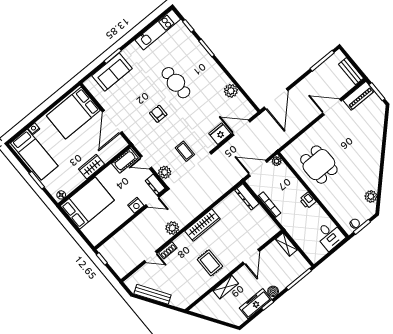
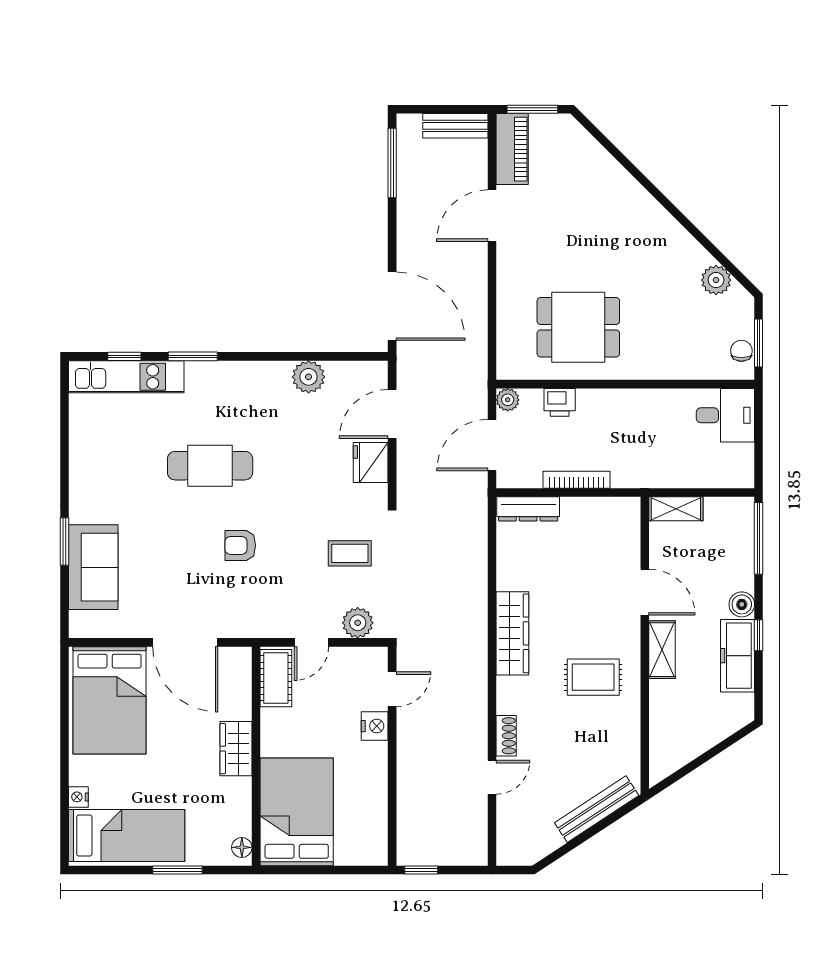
kitchen unit: (158, 30) -> (126, 377), moved, turned 90
dresser: (155, 185) -> (366, 659), removed
printer: (308, 200) -> (560, 402), moved
plant: (172, 228) -> (472, 693), removed
shelving: (226, 287) -> (662, 650), moved
bench: (152, 294) -> (597, 809), moved

